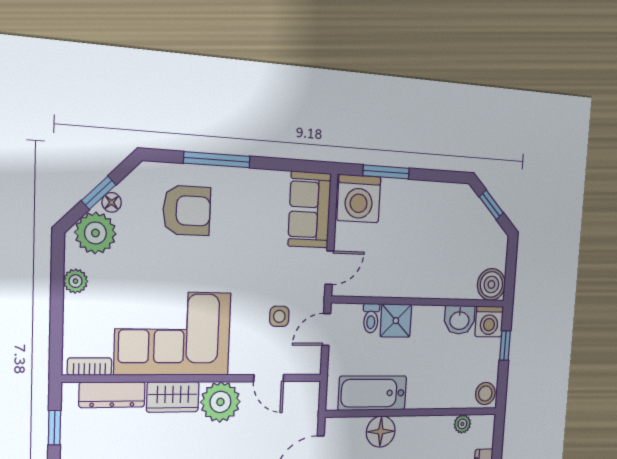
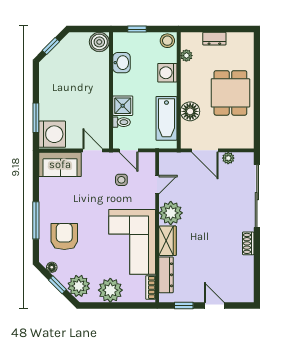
floor lamp: (112, 202) -> (52, 267), moved
plant: (75, 281) -> (110, 290), width x1.87, depth x1.87
washing machine: (489, 322) -> (167, 73), moved, turned 180

